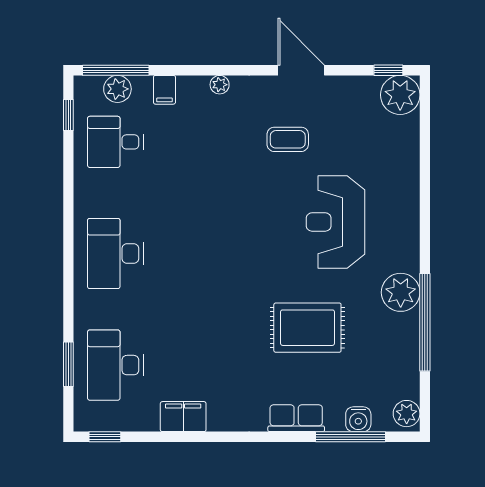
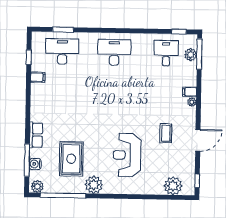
filing cabinet: (164, 90) -> (190, 92), moved
plant: (400, 95) -> (173, 186), moved
reception desk: (336, 222) -> (127, 155), turned -90
window: (425, 322) -> (63, 195), moved
rug: (307, 328) -> (71, 159), moved
filing cabinet: (183, 417) -> (38, 77), width x0.50
window: (105, 437) -> (29, 57), moved

